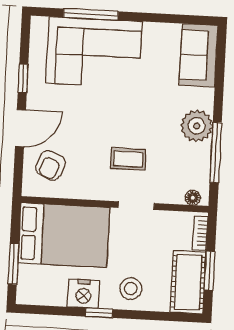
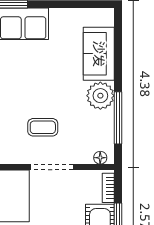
sofa: (199, 55) -> (99, 54), moved
doorway: (136, 206) -> (52, 167), width x1.38

